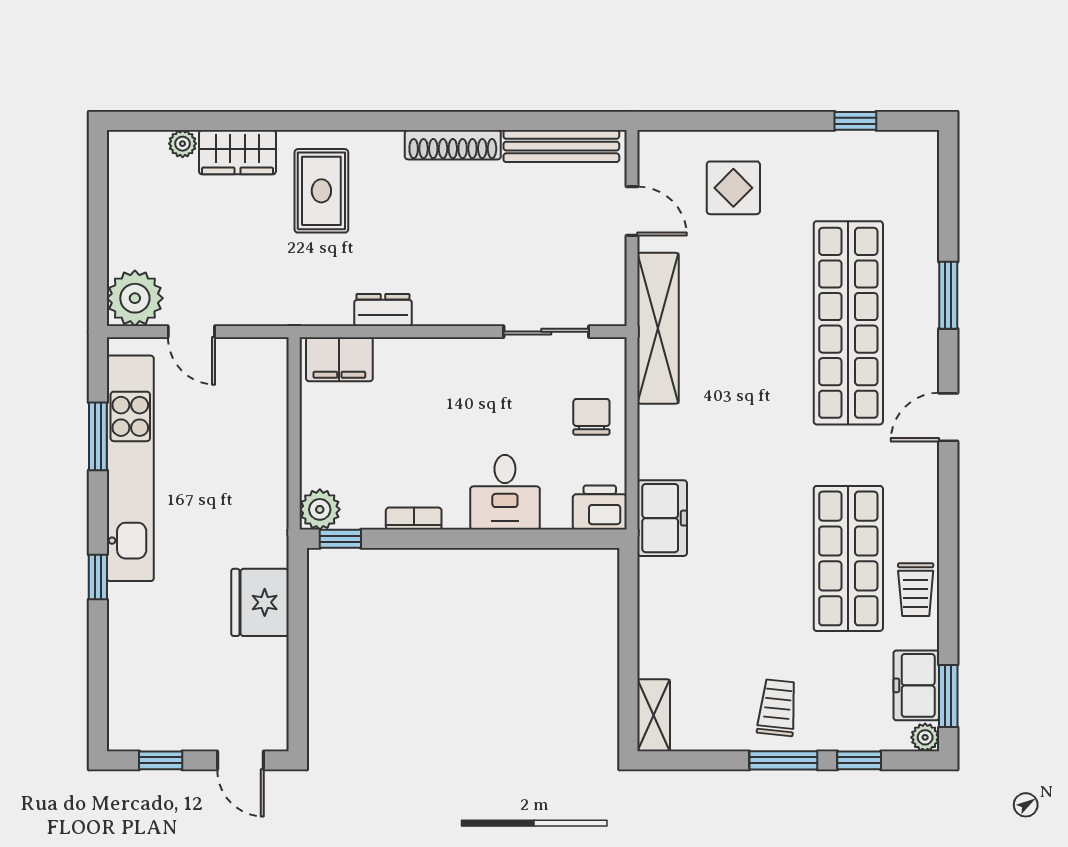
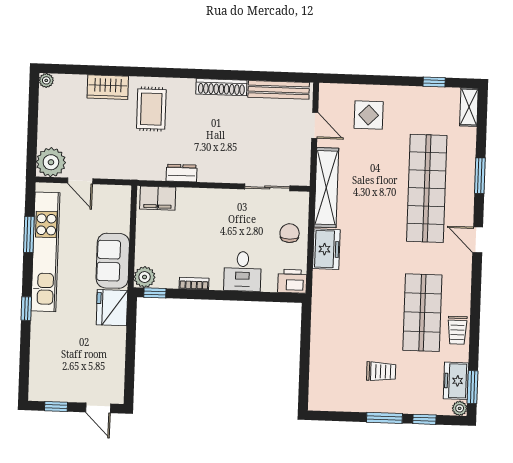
plant: (183, 144) -> (46, 80), moved
door: (948, 417) -> (478, 240), hinge flipped
sofa: (258, 481) -> (113, 261), added
freezer: (662, 518) -> (326, 249), moved
fridge: (260, 602) -> (112, 308), moved
trolley: (777, 708) -> (381, 371), moved, turned 84
shelving: (654, 715) -> (469, 107), moved

